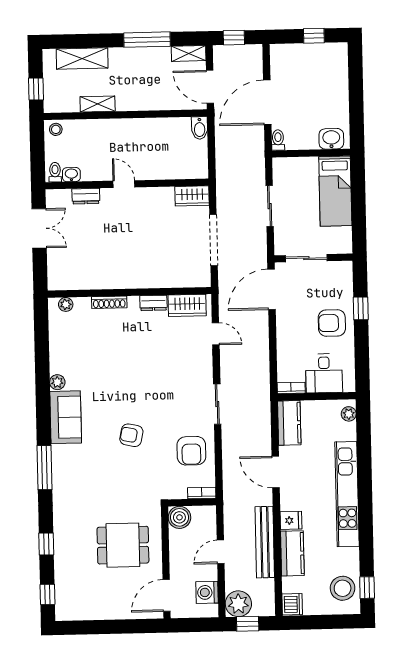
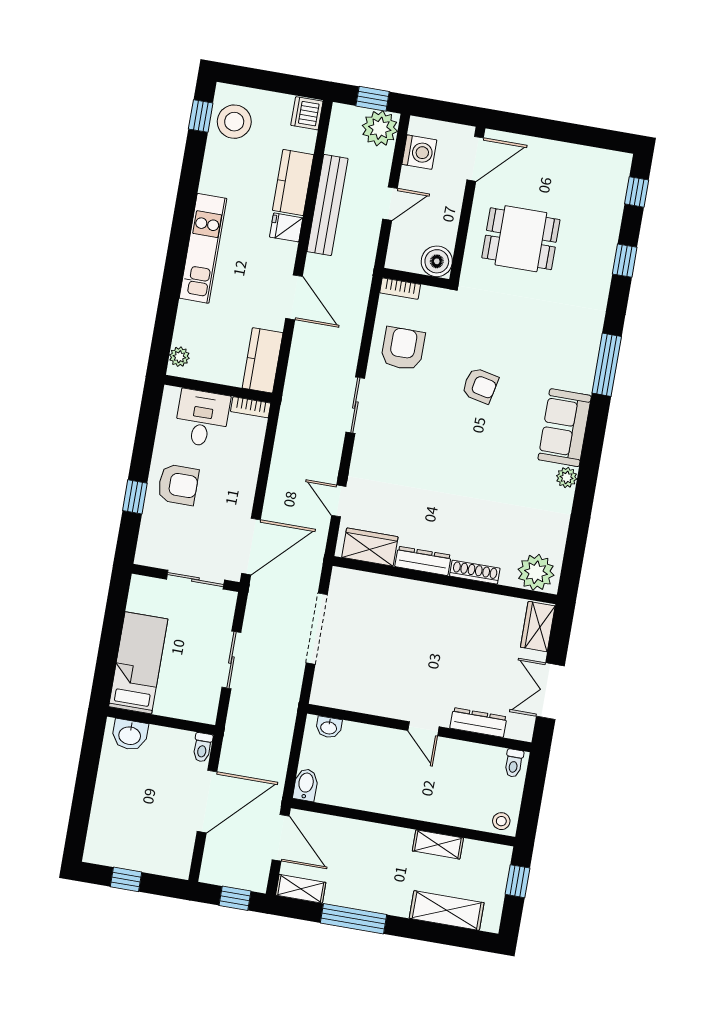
washbasin: (71, 175) -> (329, 727), moved
dresser: (86, 196) -> (478, 722), width x1.44
wardrobe: (192, 196) -> (538, 627), moved, turned -90
dresser: (153, 303) -> (423, 561), width x1.44
plant: (66, 304) -> (536, 572), width x1.88, depth x1.88
kitchen unit: (347, 494) -> (203, 248), width x0.73

